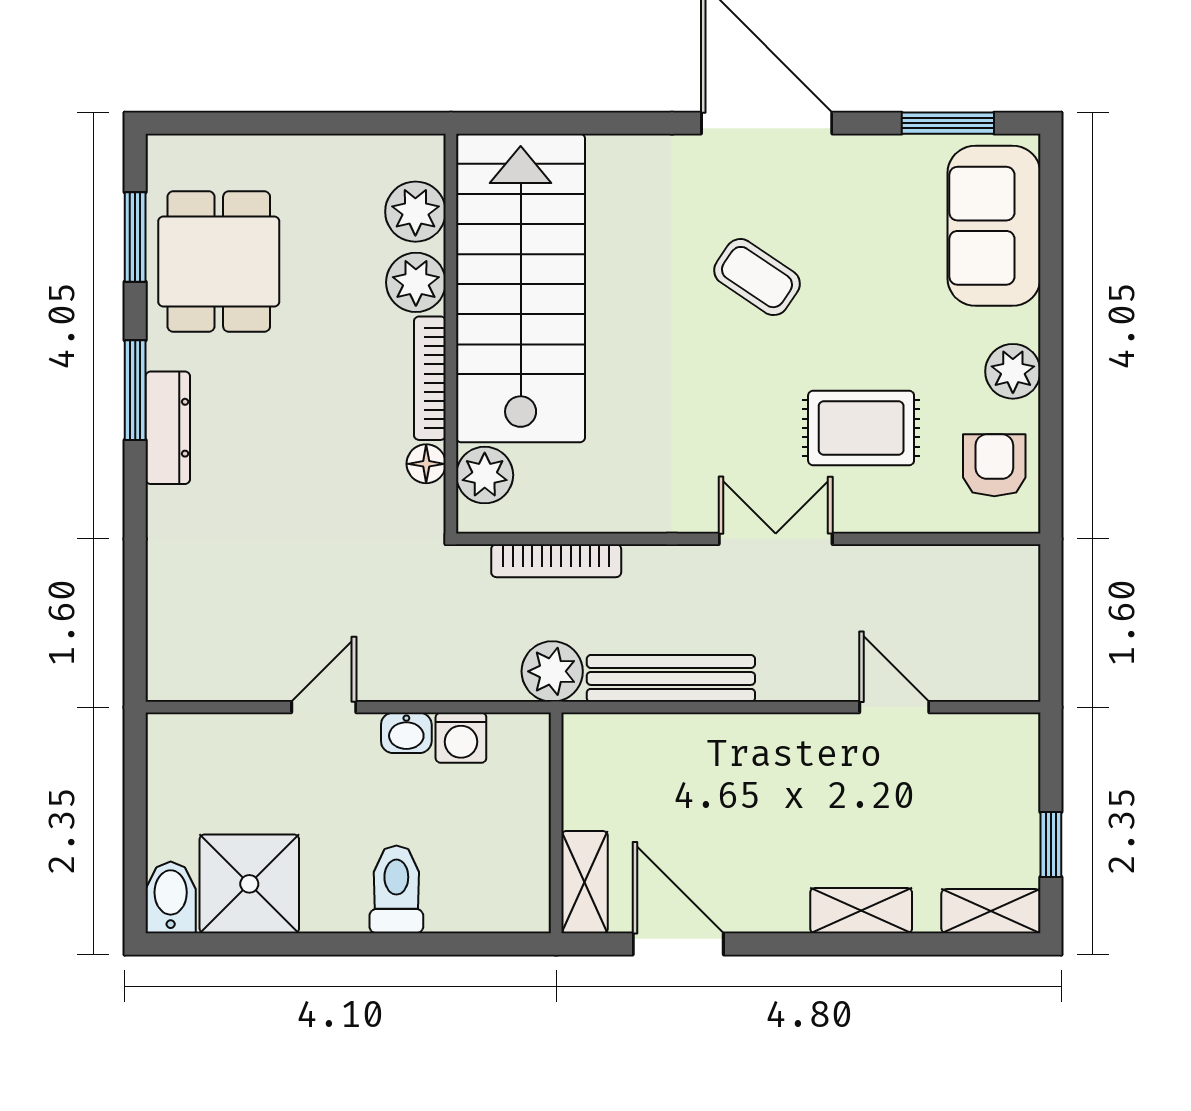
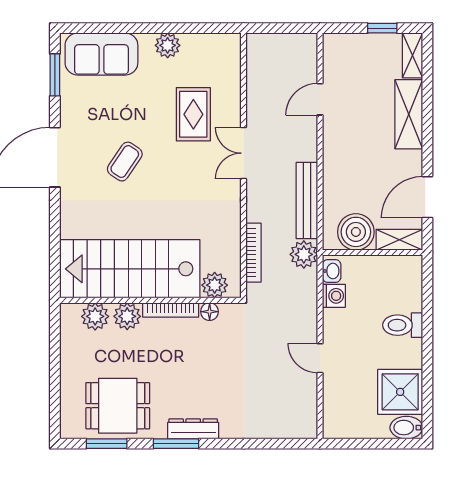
armchair: (994, 465) -> (210, 54), removed
washbasin: (406, 733) -> (332, 271), moved
boiler: (602, 786) -> (356, 232), added
shelving: (861, 911) -> (409, 114), width x1.50, depth x1.33

